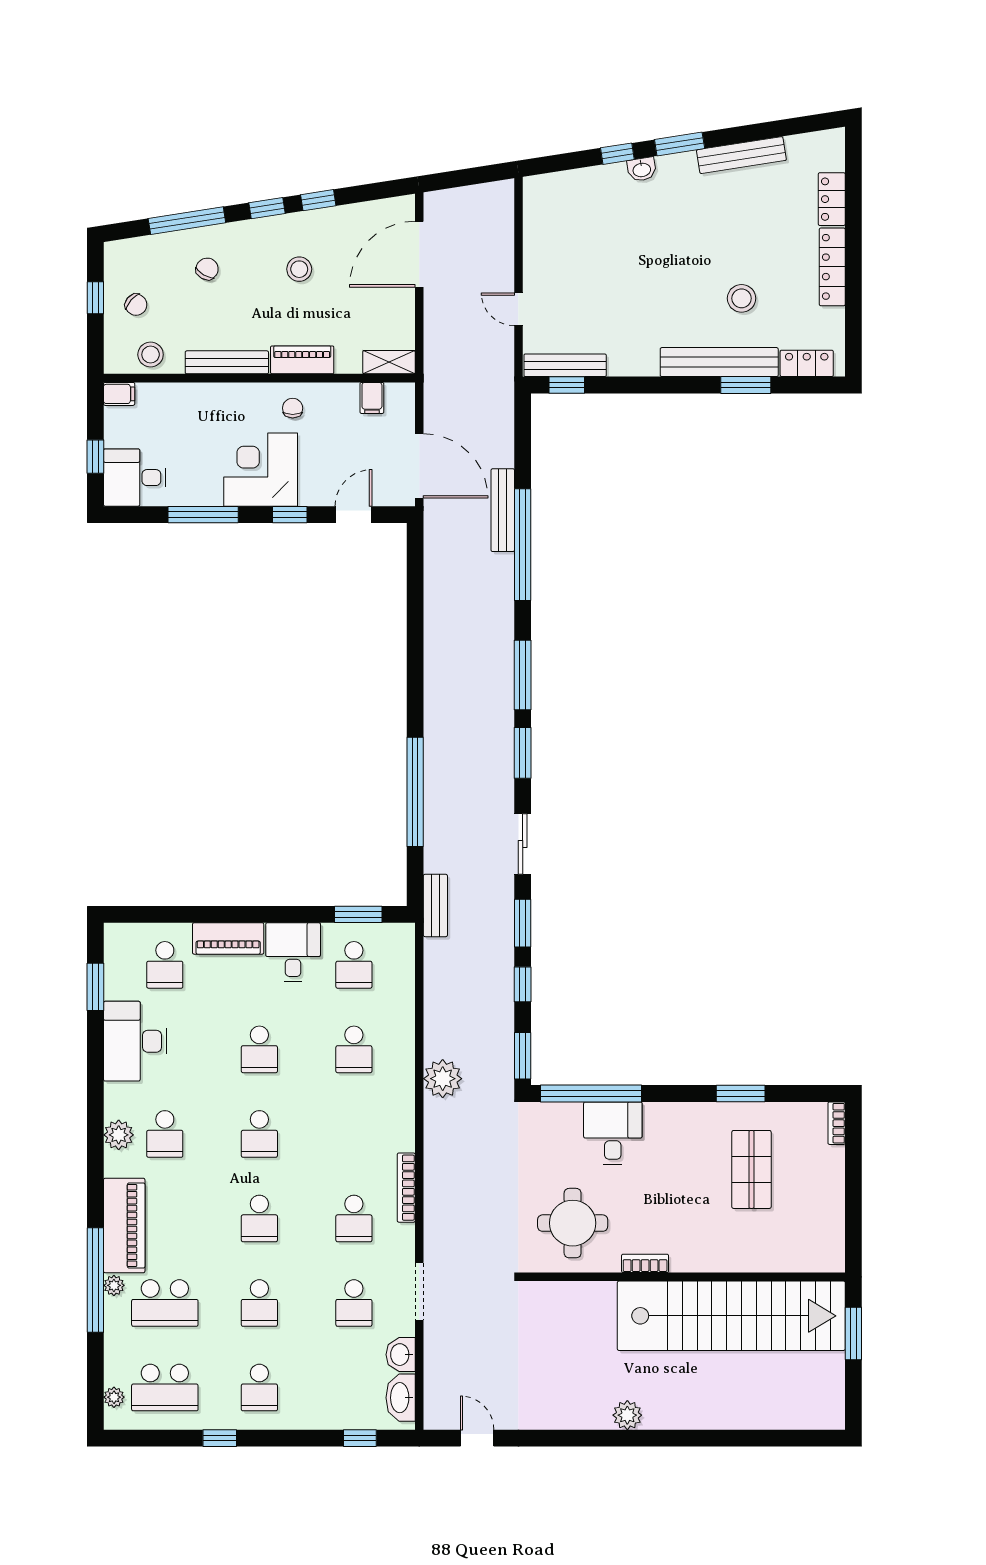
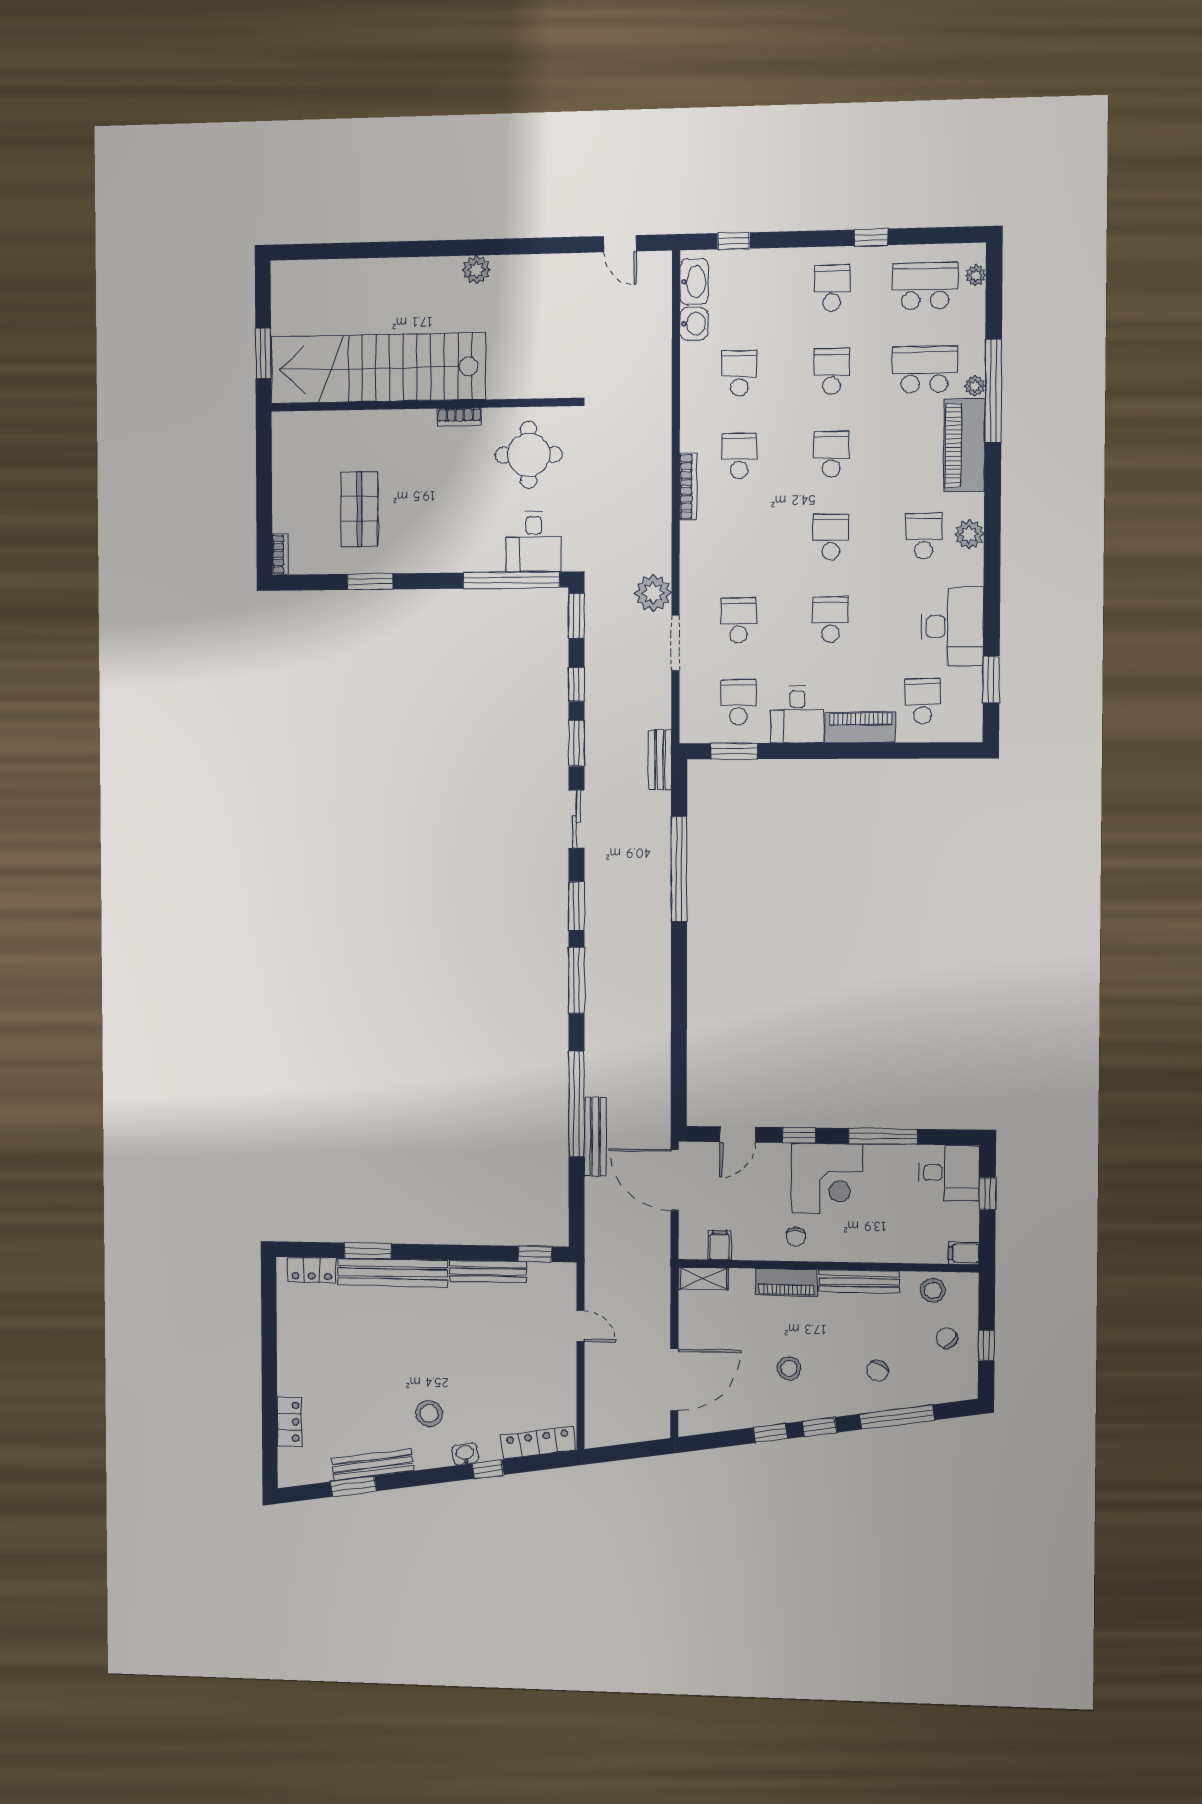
window: (680, 144) -> (353, 1486), moved
locker: (832, 267) -> (538, 1443), moved, turned -99
stool: (742, 298) -> (429, 1414), moved
bench: (565, 365) -> (488, 1272), moved
desk: (613, 1133) -> (534, 542), moved
doorway: (419, 1291) -> (675, 643), moved

